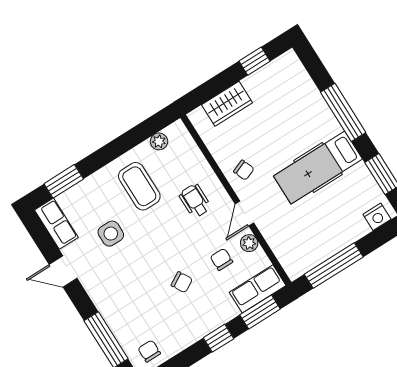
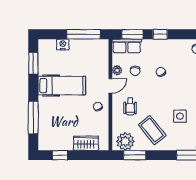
window: (343, 112) -> (33, 117), moved
window: (142, 132) -> (135, 155), added
plant: (159, 141) -> (125, 141), width x1.88, depth x1.88
coffee table: (139, 186) -> (152, 130), turned -39
nightstand: (377, 217) -> (63, 45), moved

